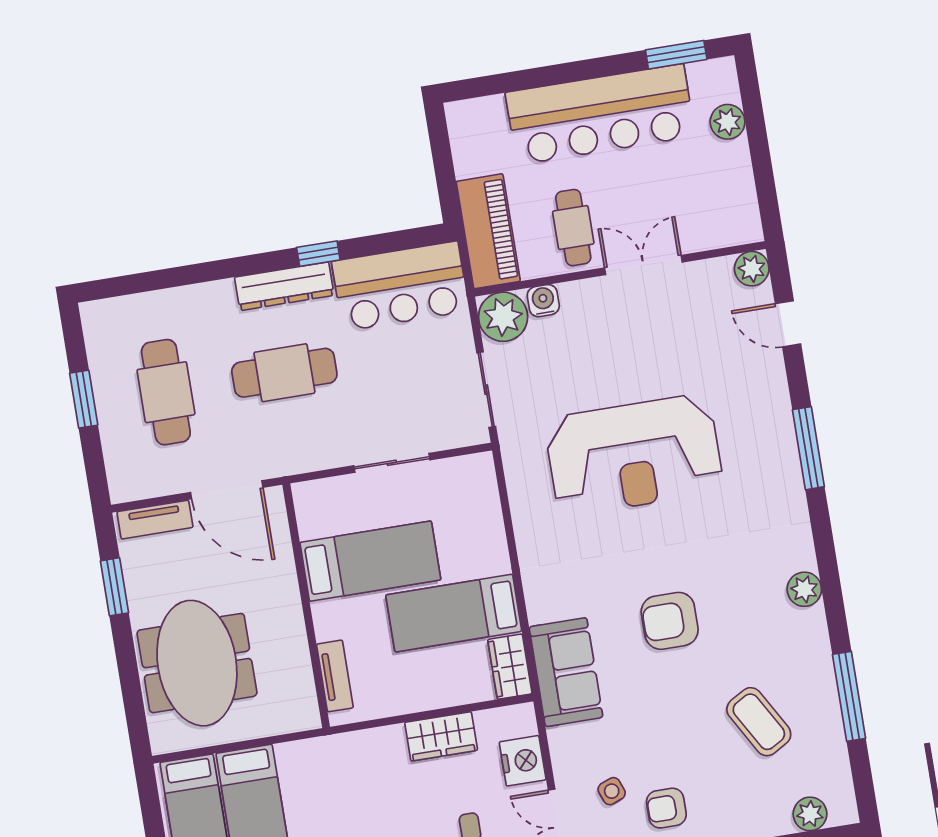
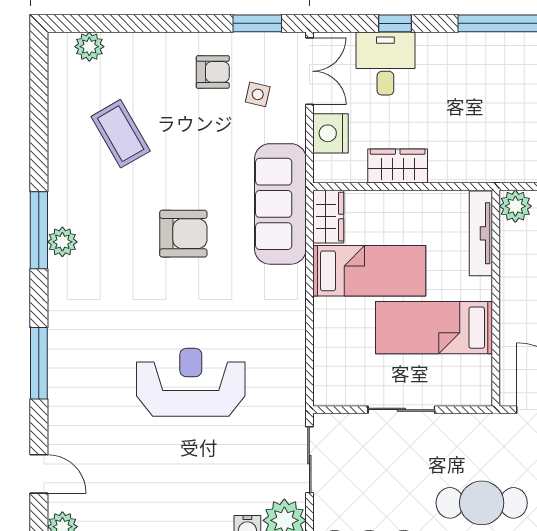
reception desk: (634, 455) -> (191, 382), width x0.74, depth x0.77
sofa: (566, 672) -> (280, 204), width x1.36
tv unit: (335, 676) -> (481, 233), width x1.41
window: (849, 696) -> (39, 230), moved
plant: (301, 713) -> (515, 206), added
side table: (612, 791) -> (258, 94), turned 34

